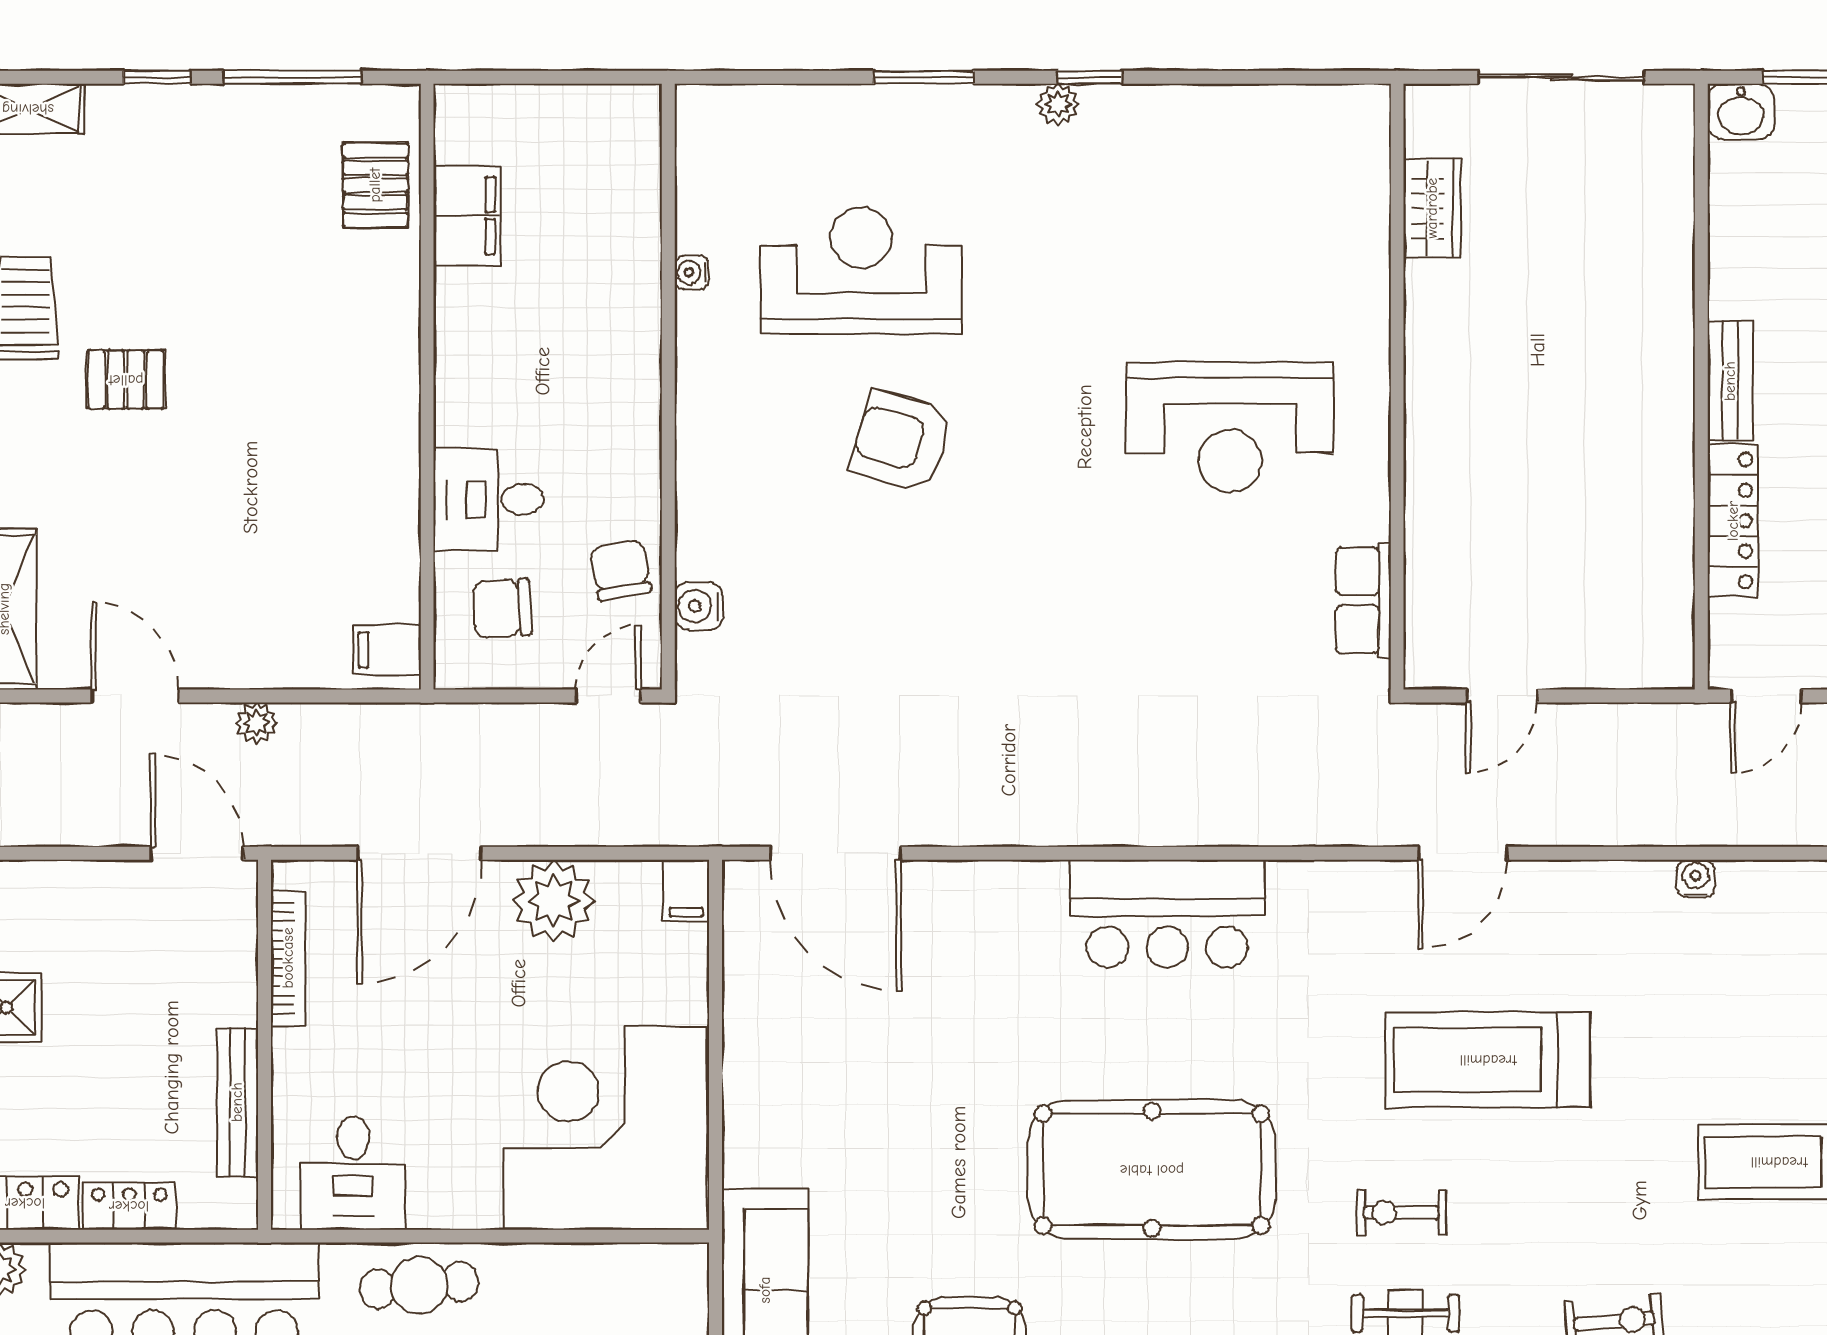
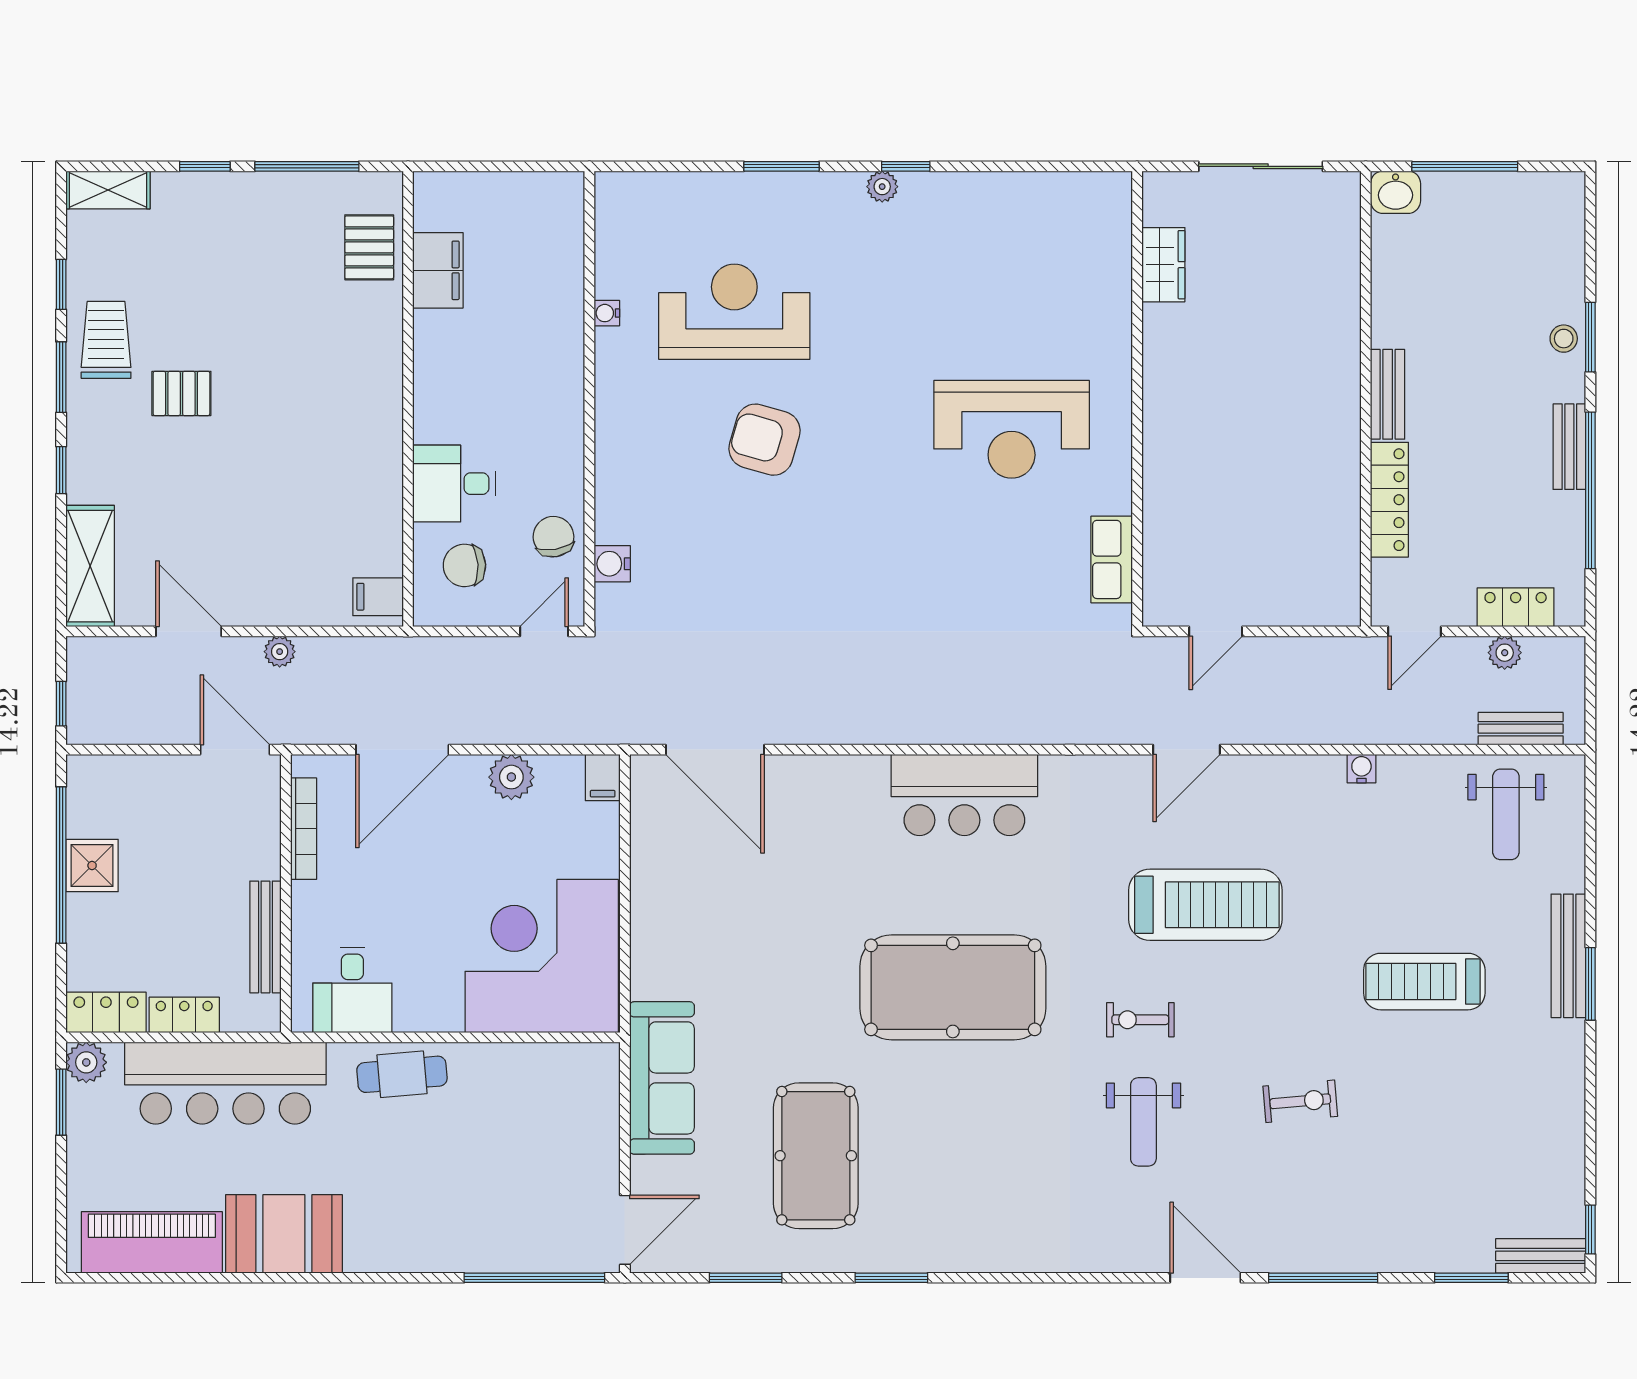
plant: (554, 901) -> (511, 777), width x0.73, depth x0.73
treadmill: (1488, 1060) -> (1205, 905), turned 180

